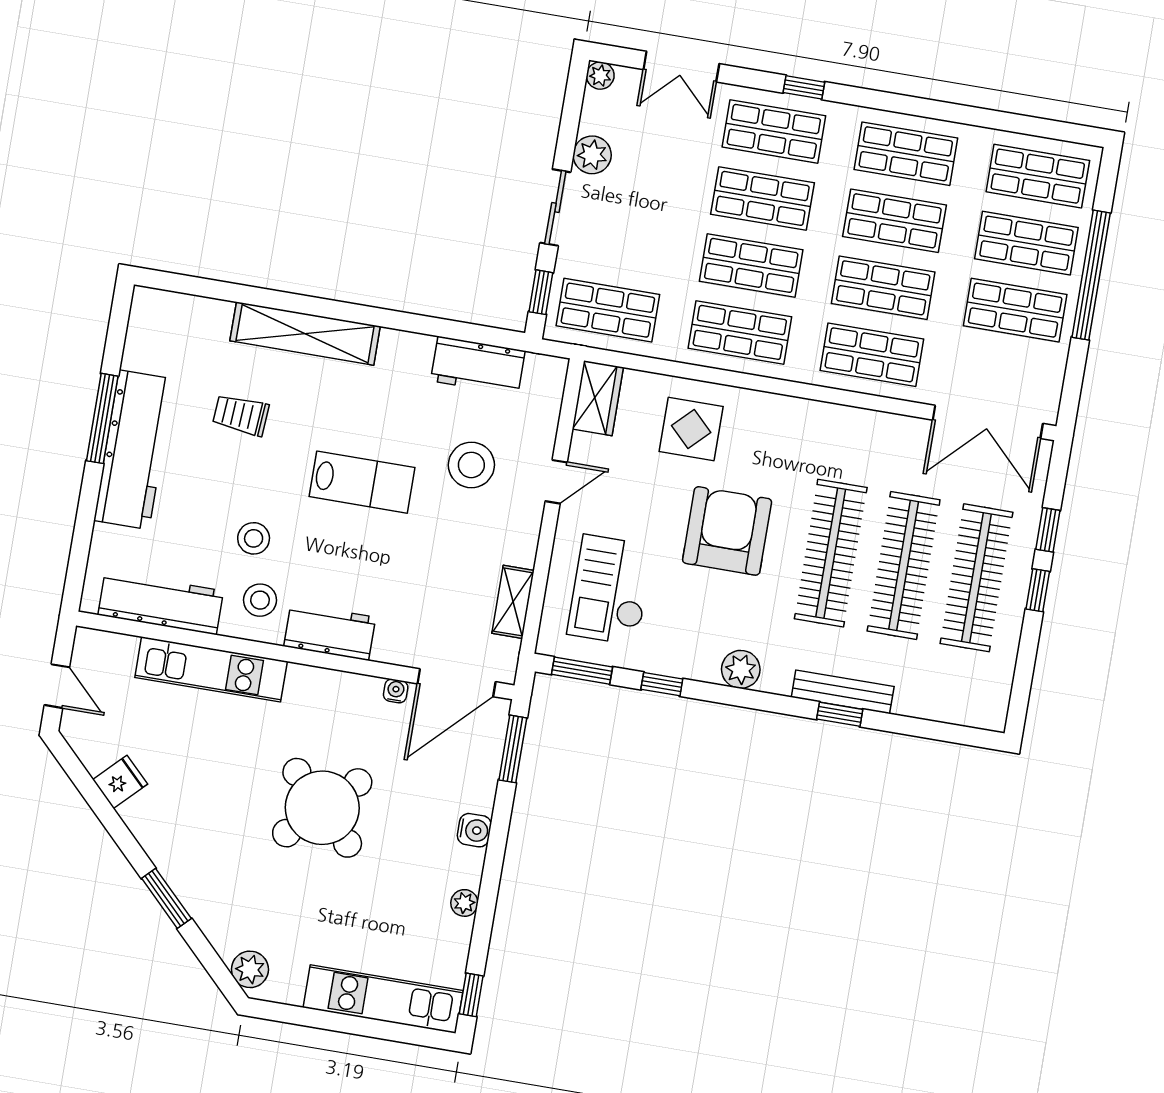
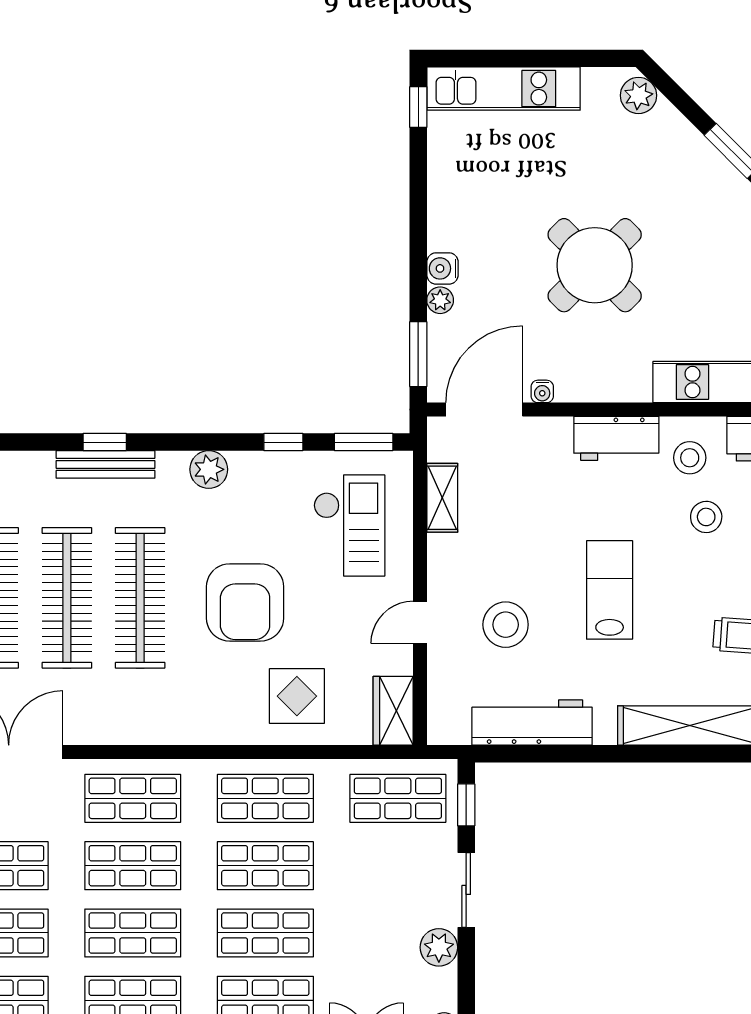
workbench: (478, 366) -> (532, 723), width x1.38
lab bench: (362, 482) -> (610, 590), turned 90
plant: (464, 903) -> (440, 300), moved

